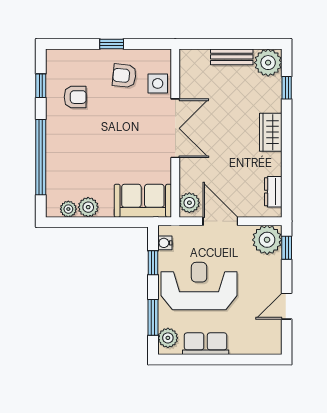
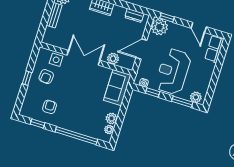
plant: (189, 203) -> (113, 59), moved
row of seats: (206, 344) -> (214, 49), moved

